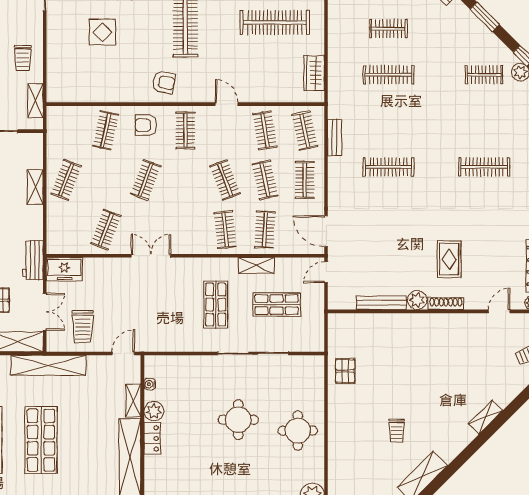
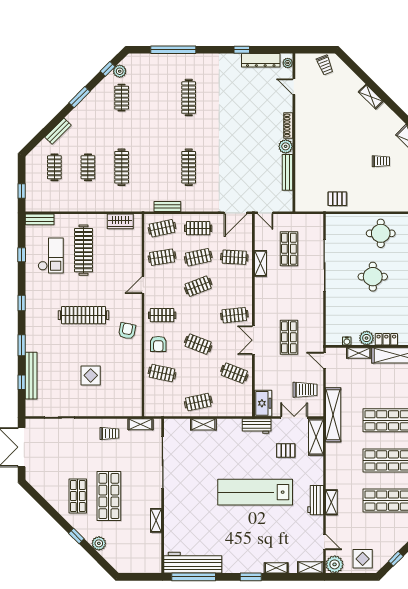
clothes rail: (66, 180) -> (198, 402), turned -33
clothes rail: (225, 230) -> (234, 315), moved
rug: (449, 259) -> (256, 123), removed
shop shelf: (216, 305) -> (289, 337), moved, turned 90

